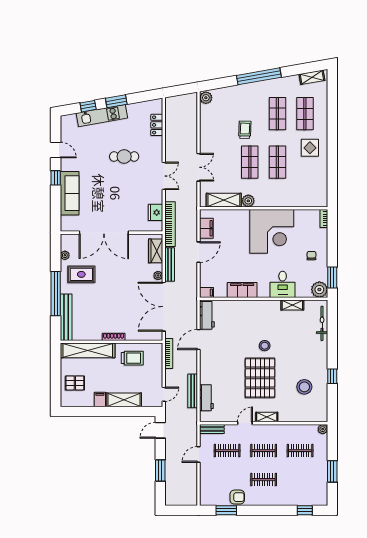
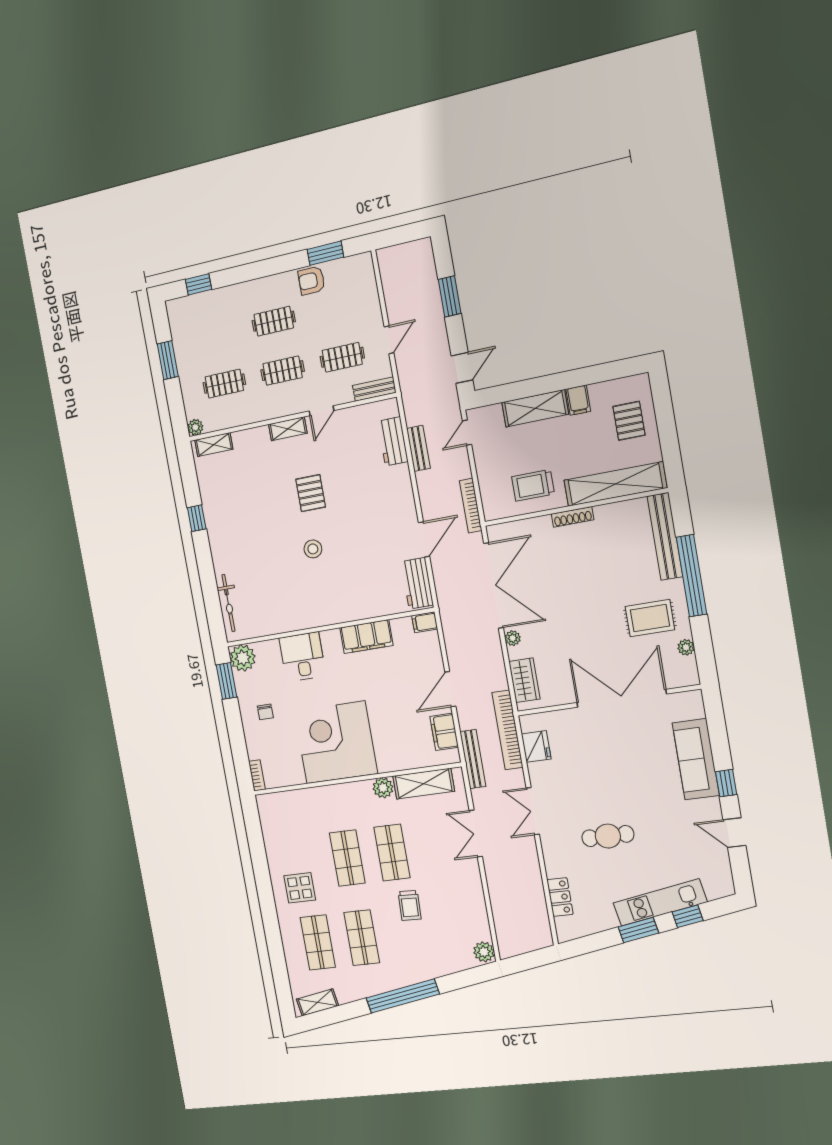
bench: (170, 264) -> (473, 759), moved
shelving: (292, 305) -> (214, 445), moved
pallet: (260, 378) -> (311, 493), width x0.49, depth x0.50
pallet: (75, 383) -> (629, 421), turned 90
stool: (304, 387) -> (237, 492), removed
bench: (193, 391) -> (418, 448), width x0.73

